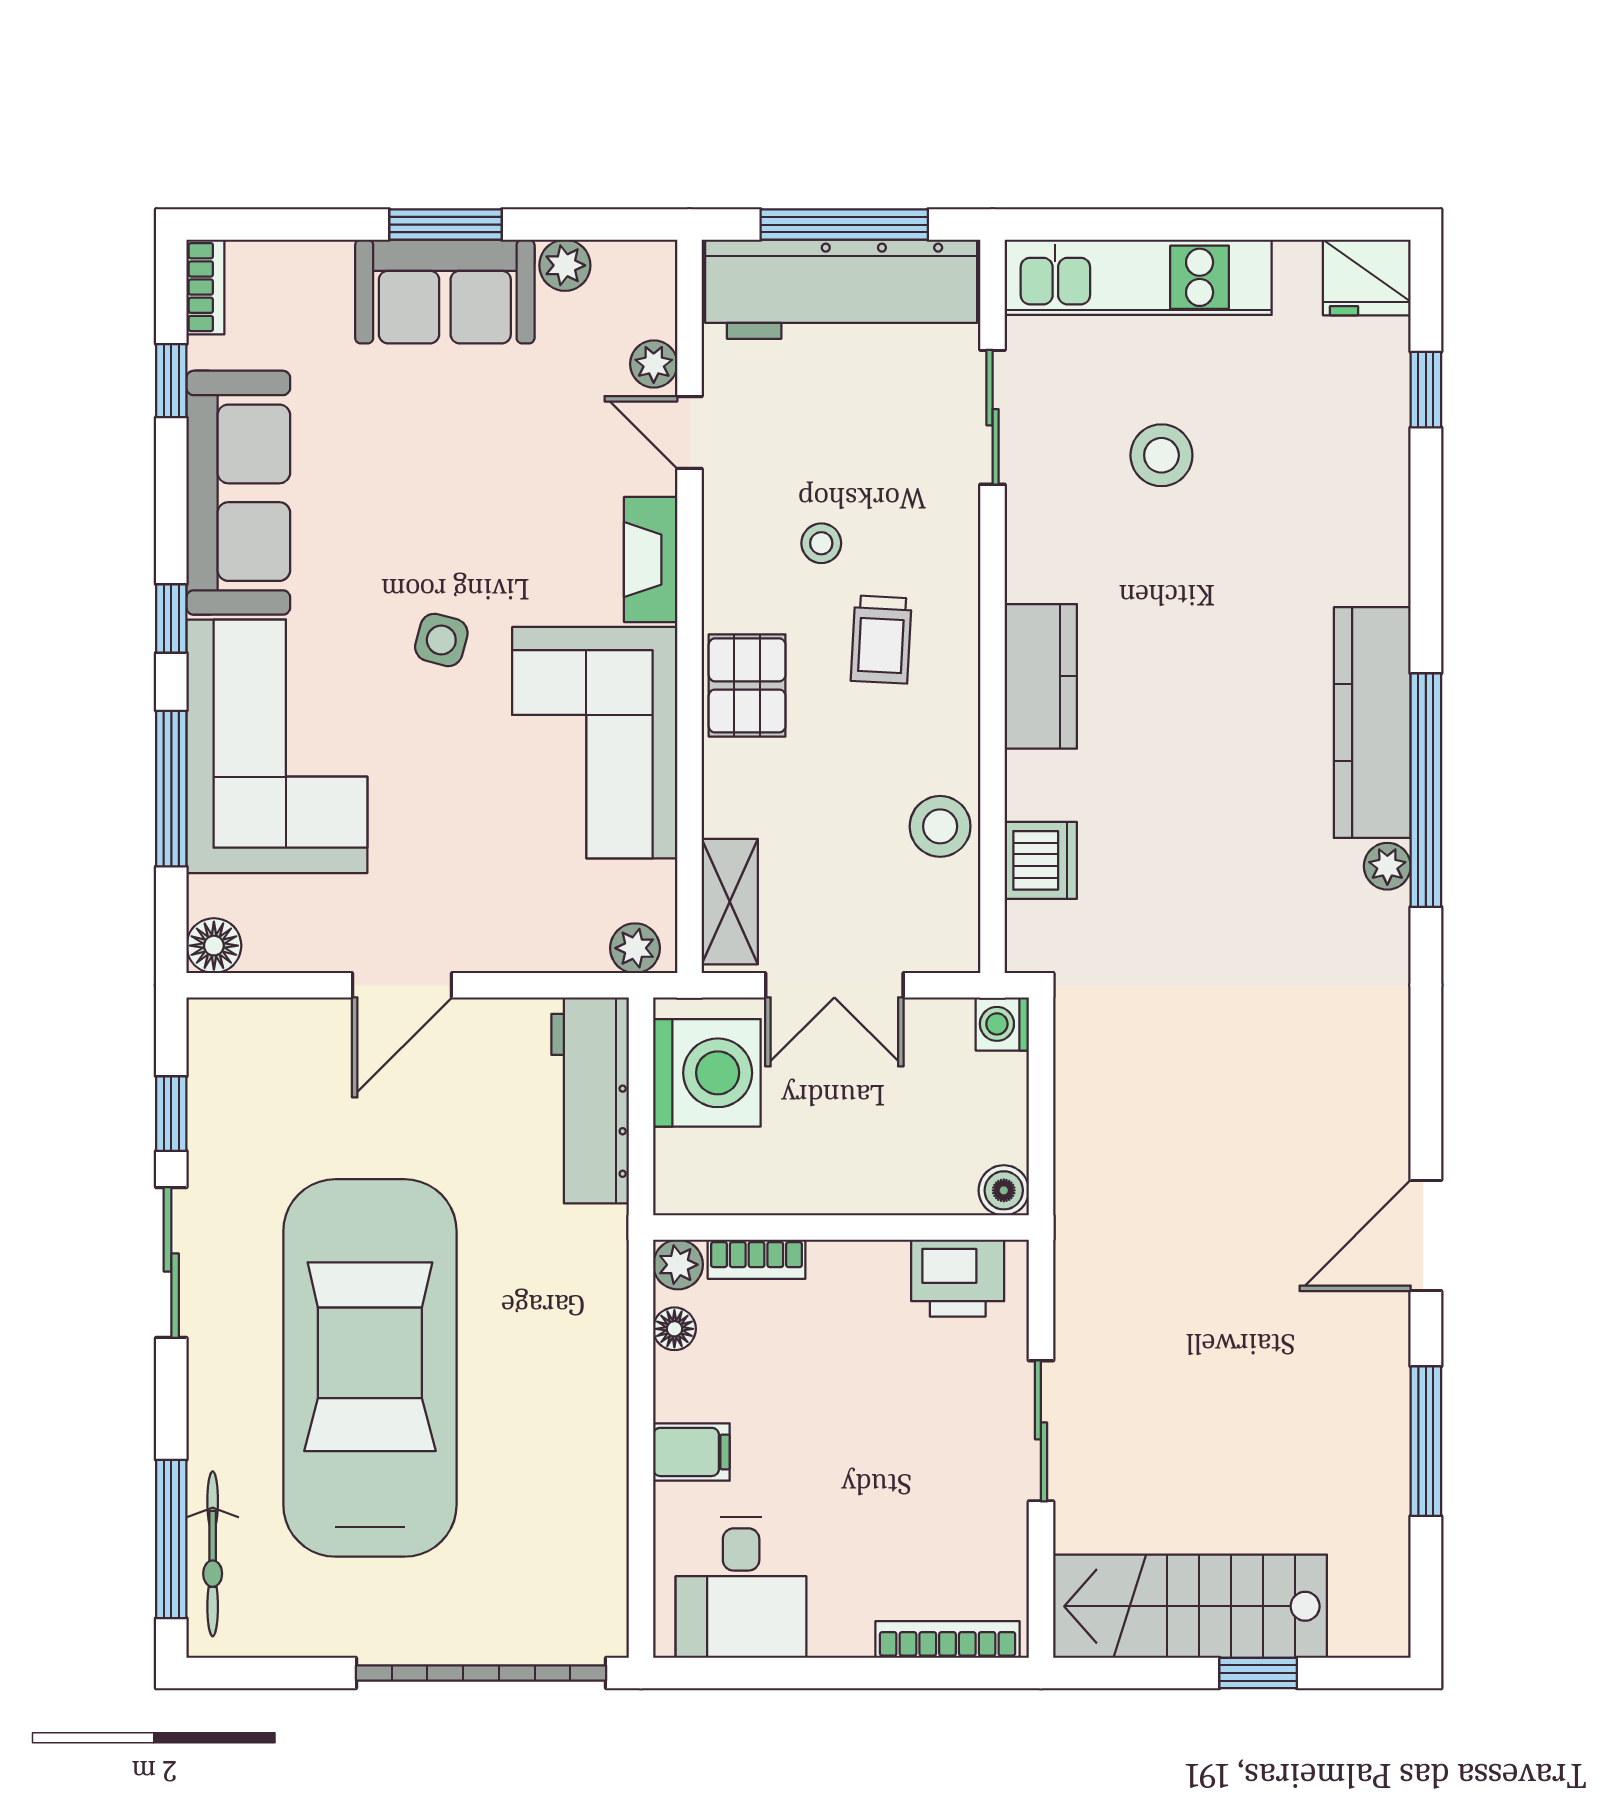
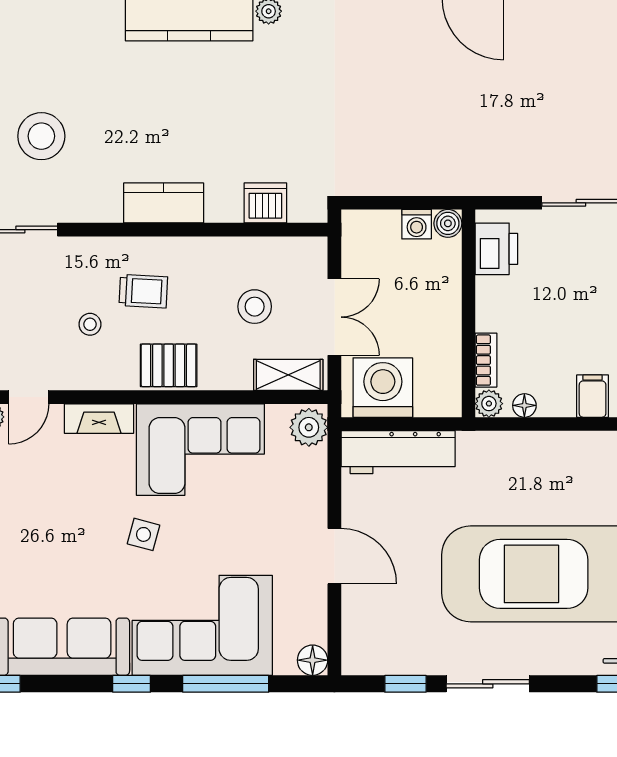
stool: (1161, 455) -> (41, 136), width x1.38, depth x1.38
stool: (940, 826) -> (255, 307), moved
plant: (635, 948) -> (309, 427), width x1.38, depth x1.38
washing machine: (1002, 1024) -> (417, 224), moved

